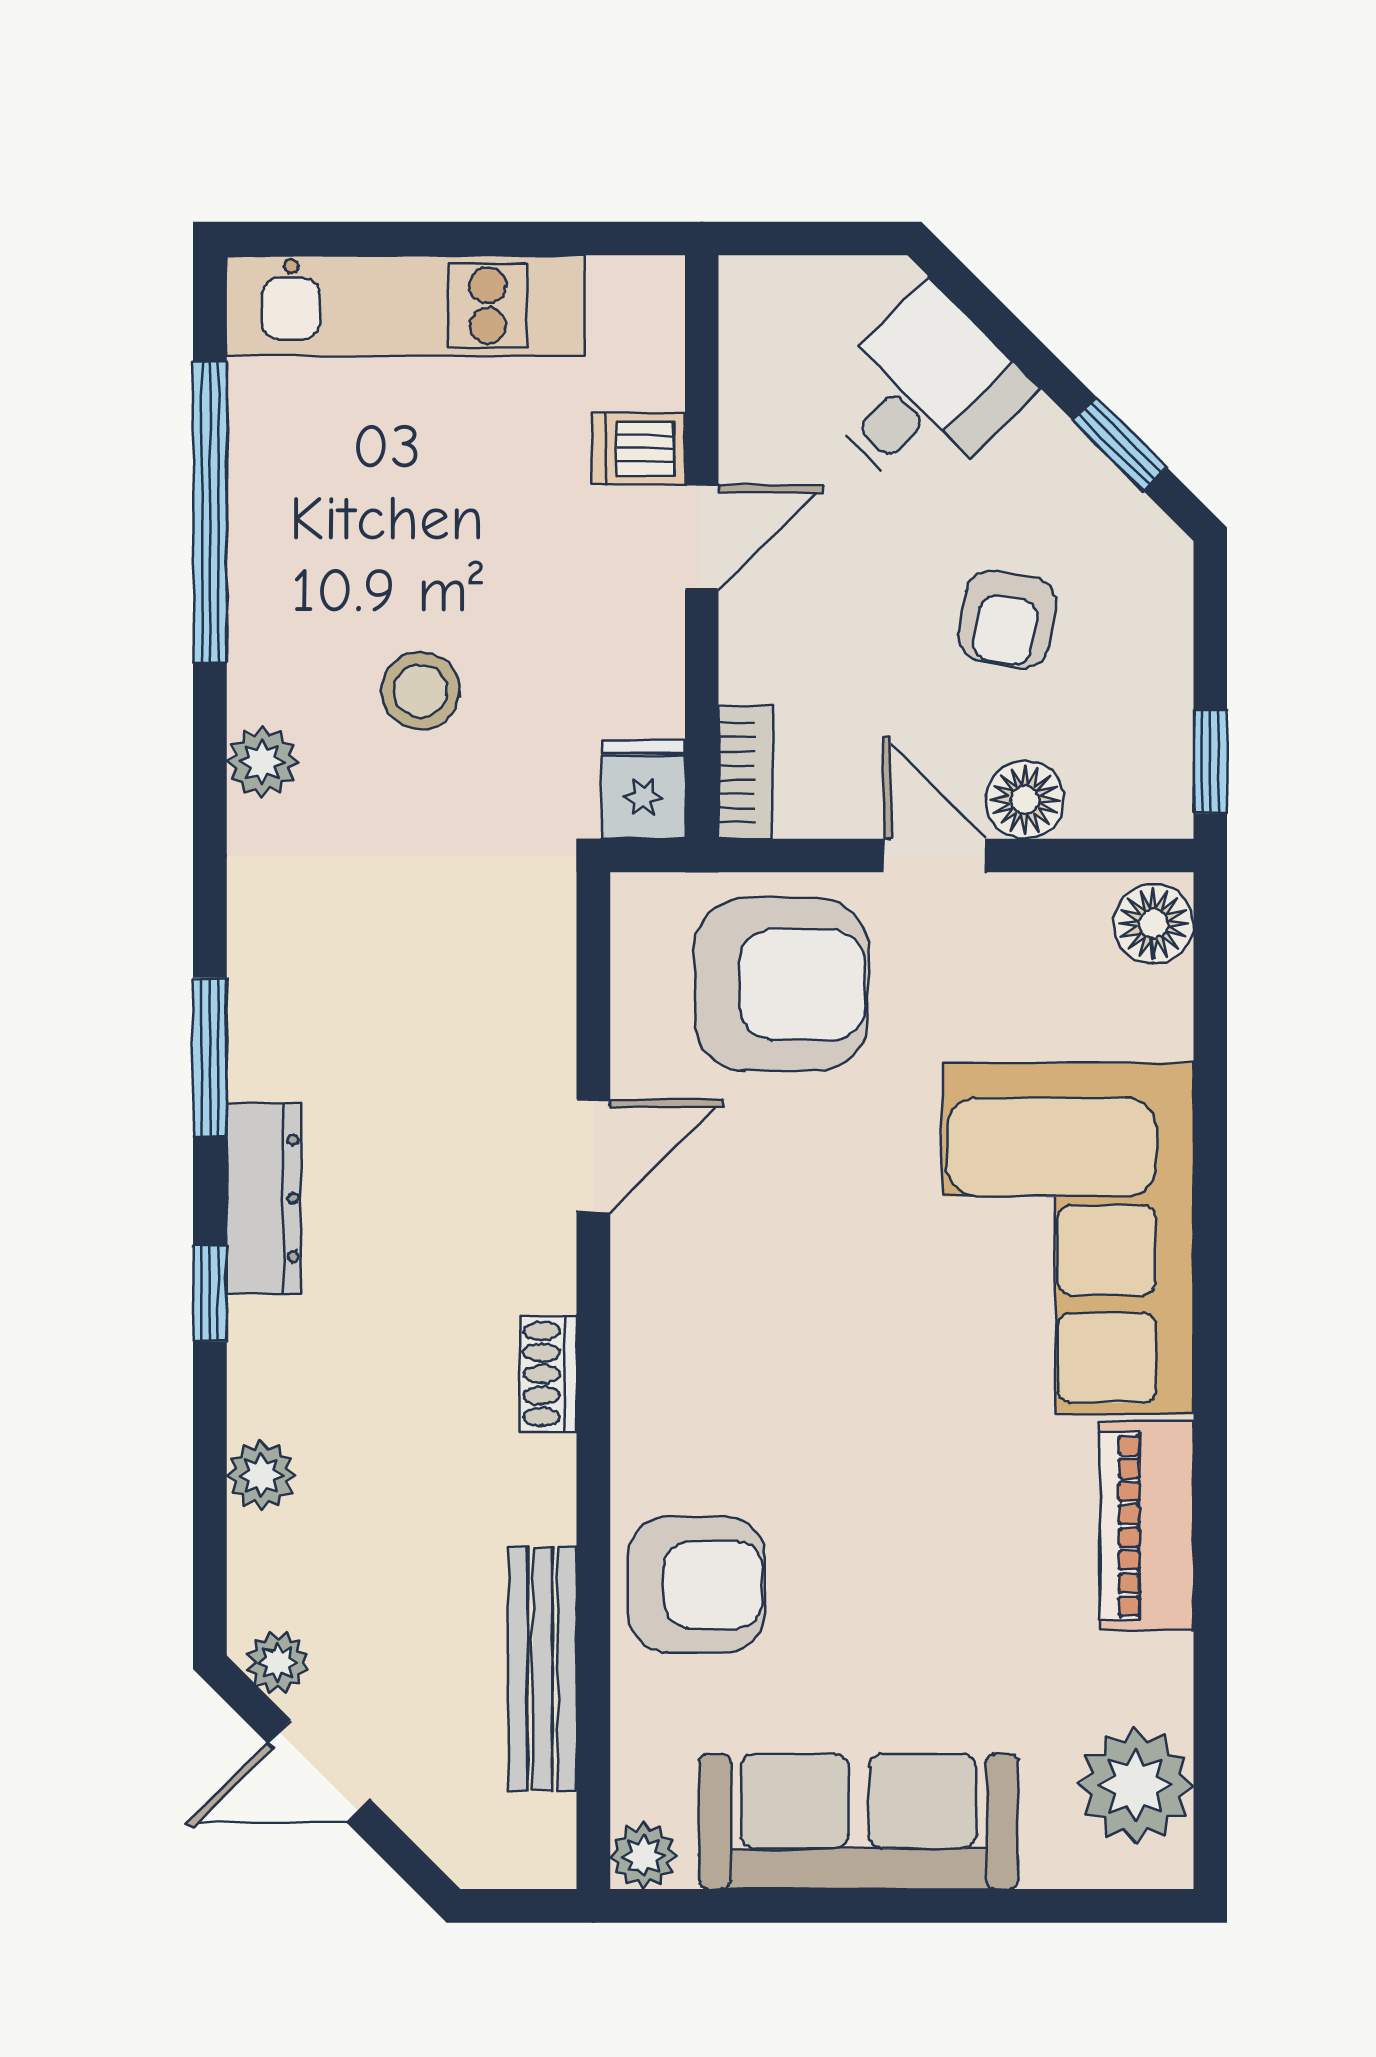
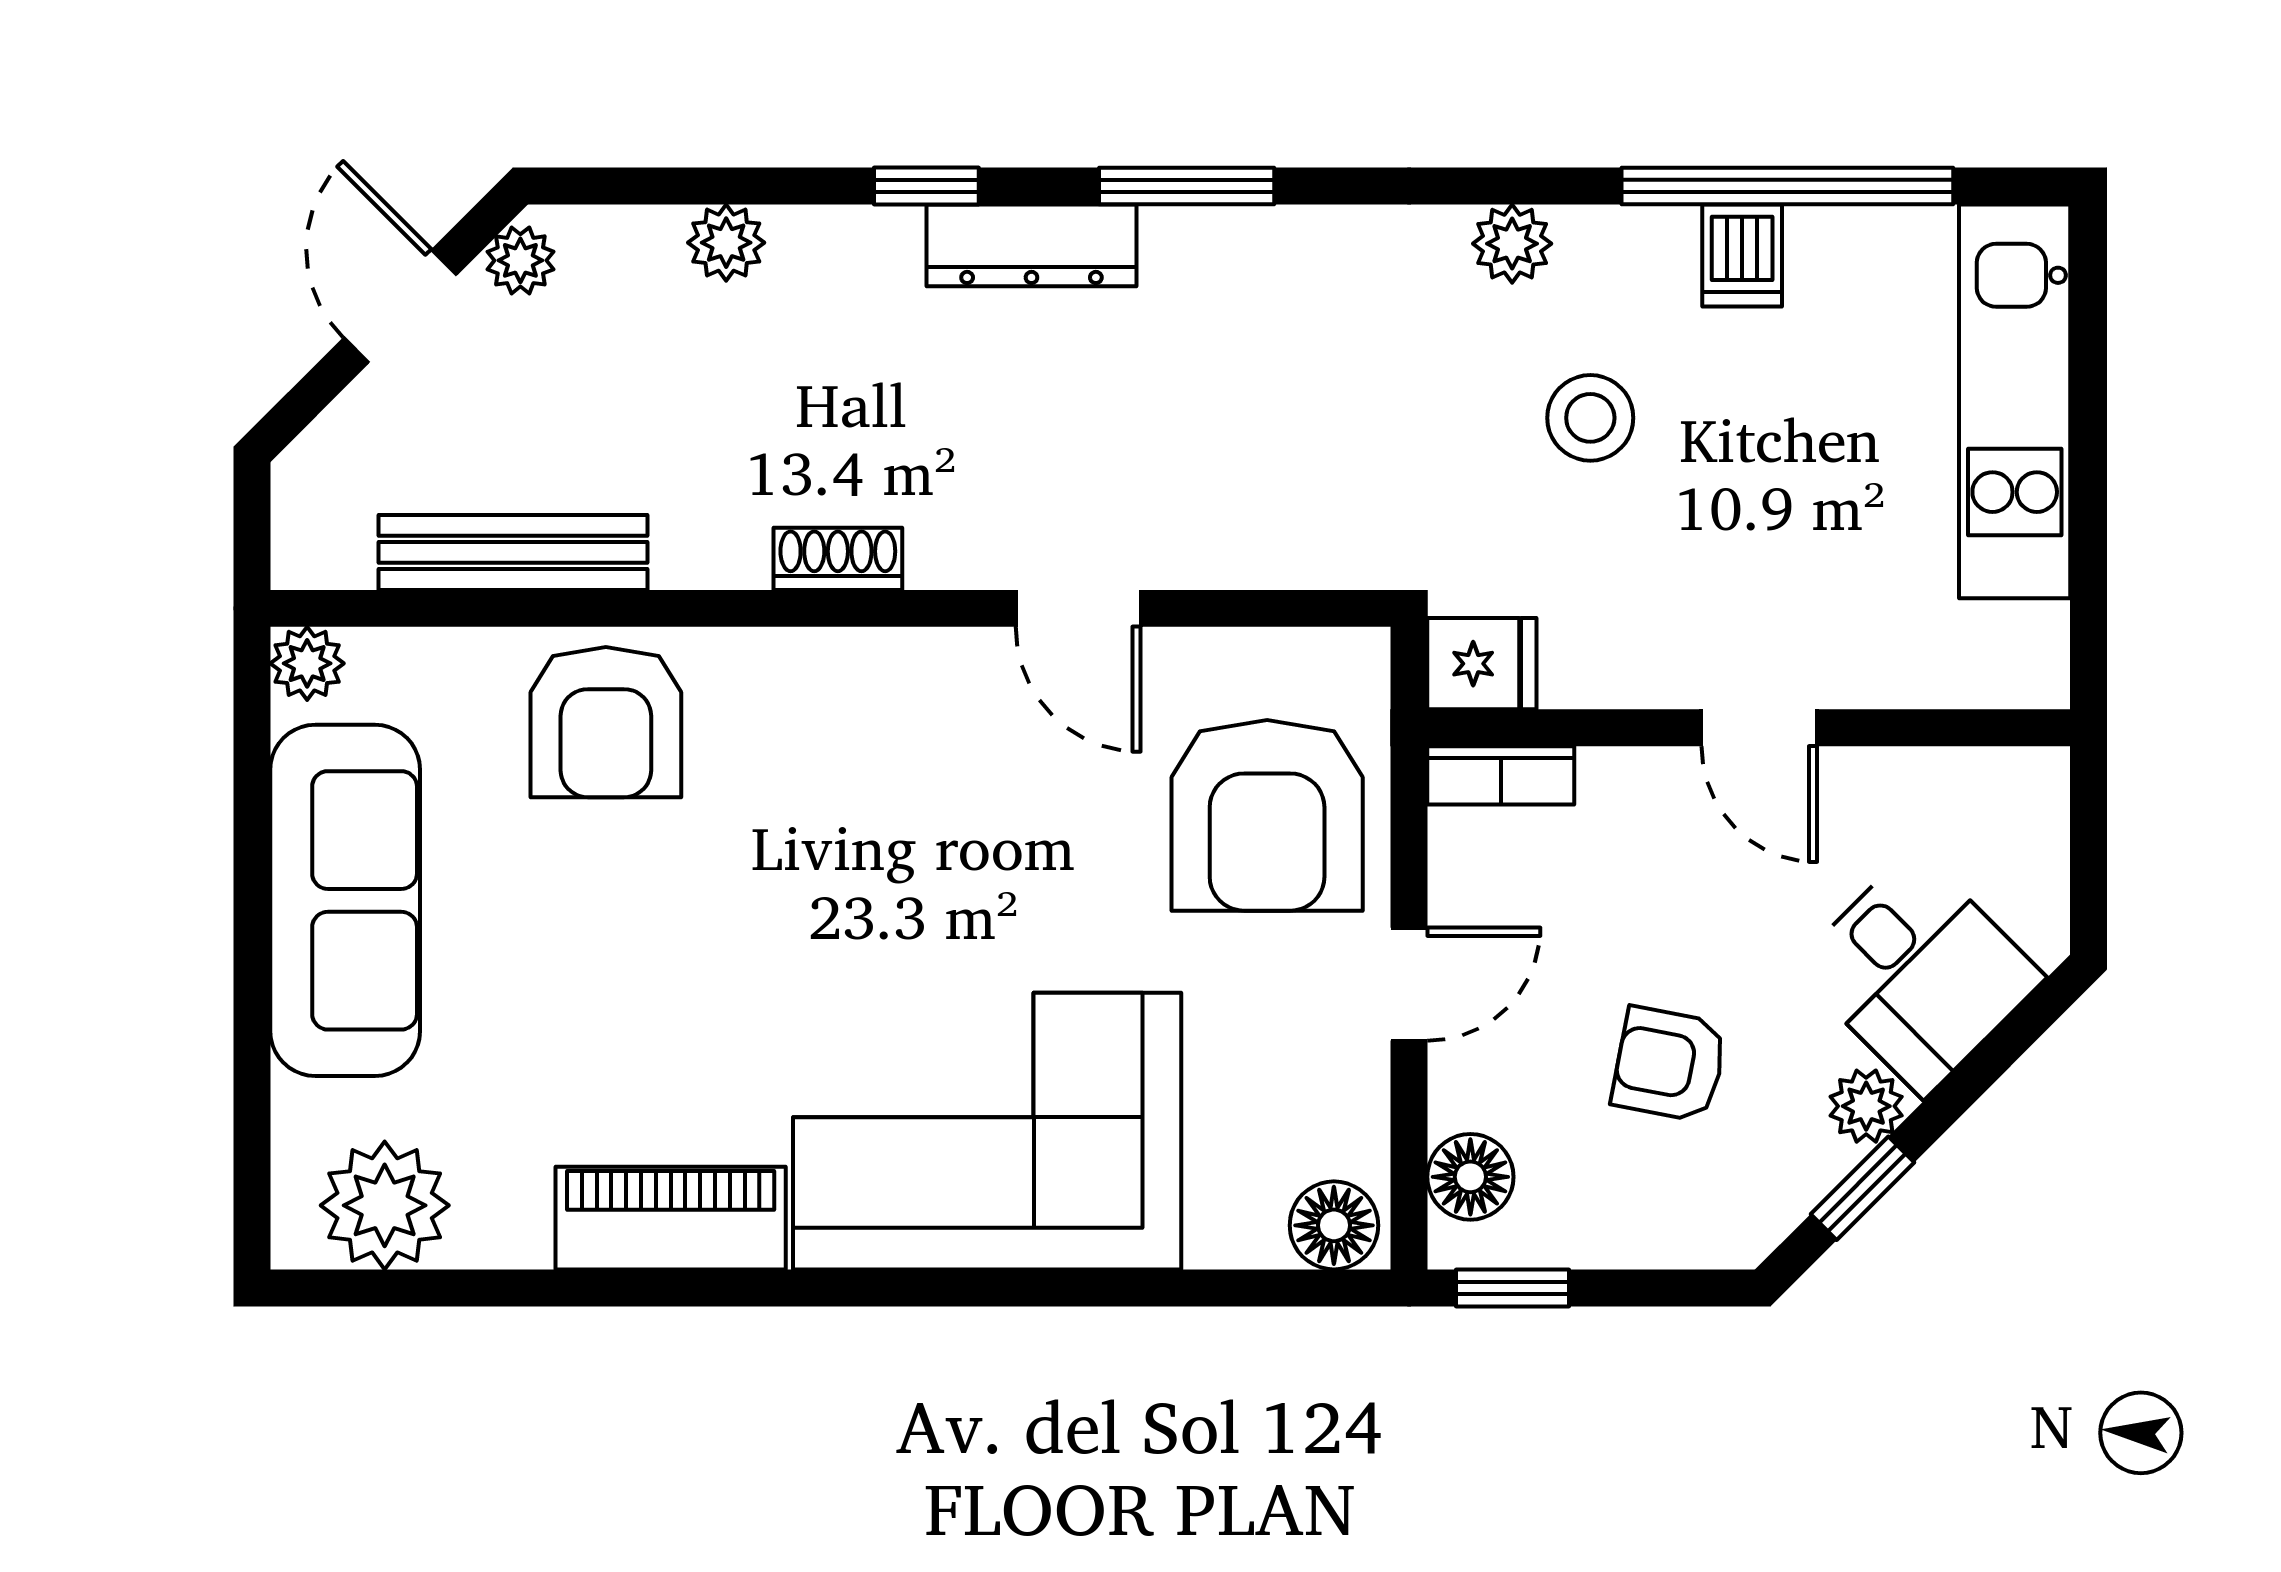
plant: (1045, 440) -> (1866, 1106), added
dishwasher: (639, 449) -> (1742, 255), moved, turned 180
floor lamp: (1025, 800) -> (1470, 1177), moved

